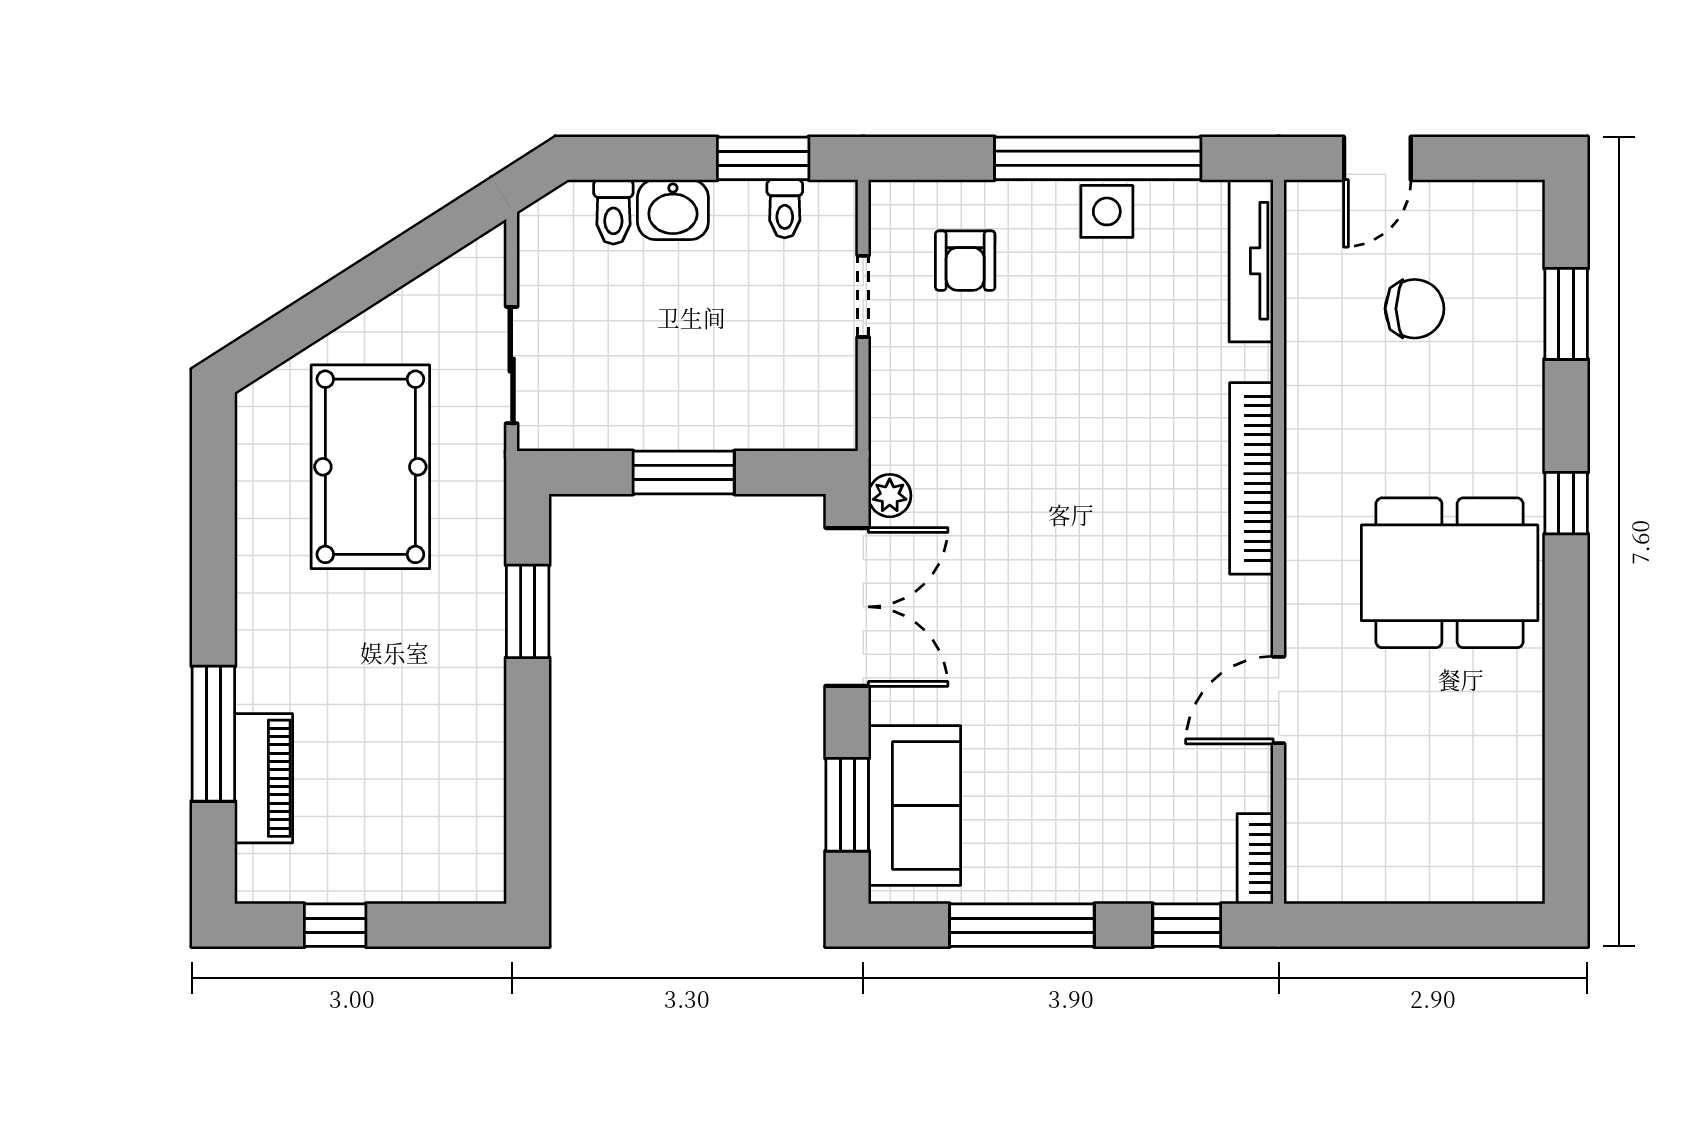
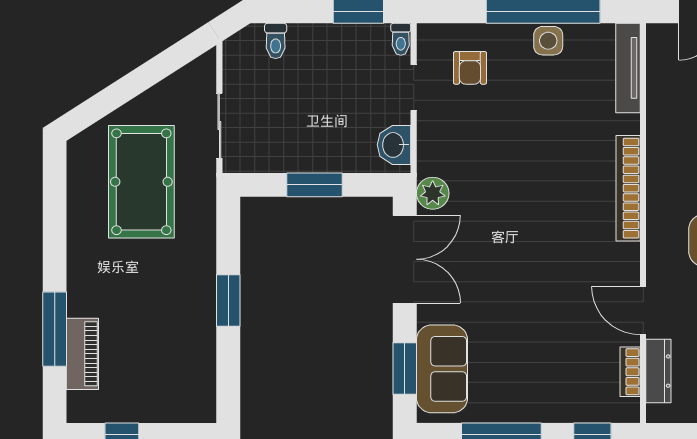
toilet: (785, 209) -> (401, 39), moved
washbasin: (673, 210) -> (394, 145), moved, turned 90
plant: (890, 496) -> (433, 193), width x1.38, depth x1.38
window: (528, 611) -> (228, 301), moved
door: (1279, 700) -> (643, 311), hinge flipped
dresser: (1306, 810) -> (658, 371), added
bookcase: (1255, 859) -> (630, 372), moved

